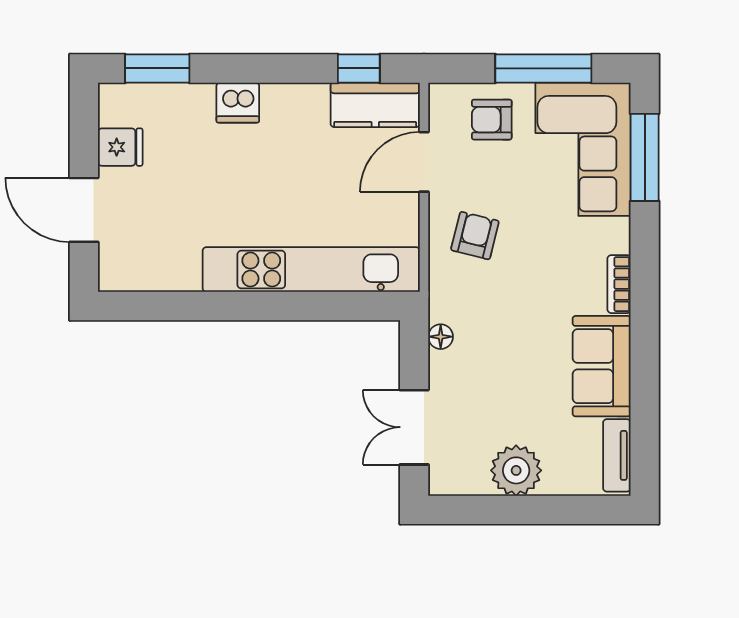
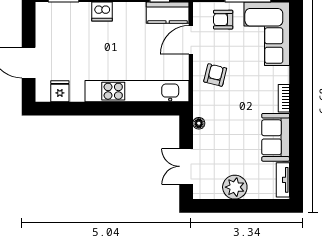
fridge: (120, 147) -> (60, 91), moved, turned -90
window: (645, 157) -> (296, 38), removed

